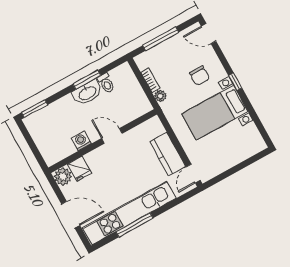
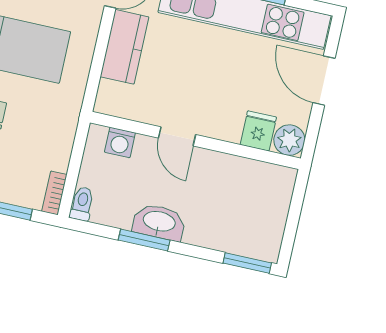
bookcase: (150, 80) -> (54, 193), moved
toilet: (106, 83) -> (82, 204), moved
plant: (160, 96) -> (66, 132), removed
washing machine: (81, 141) -> (120, 142), moved

